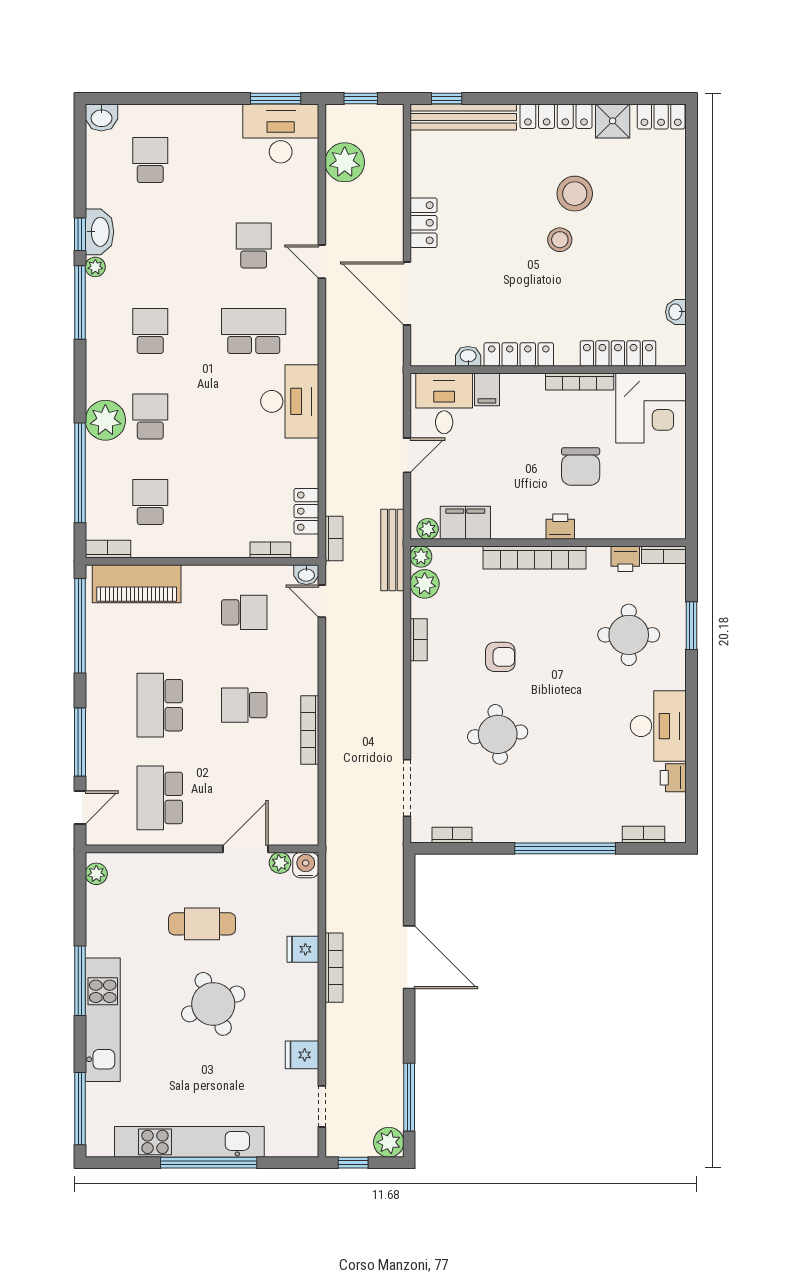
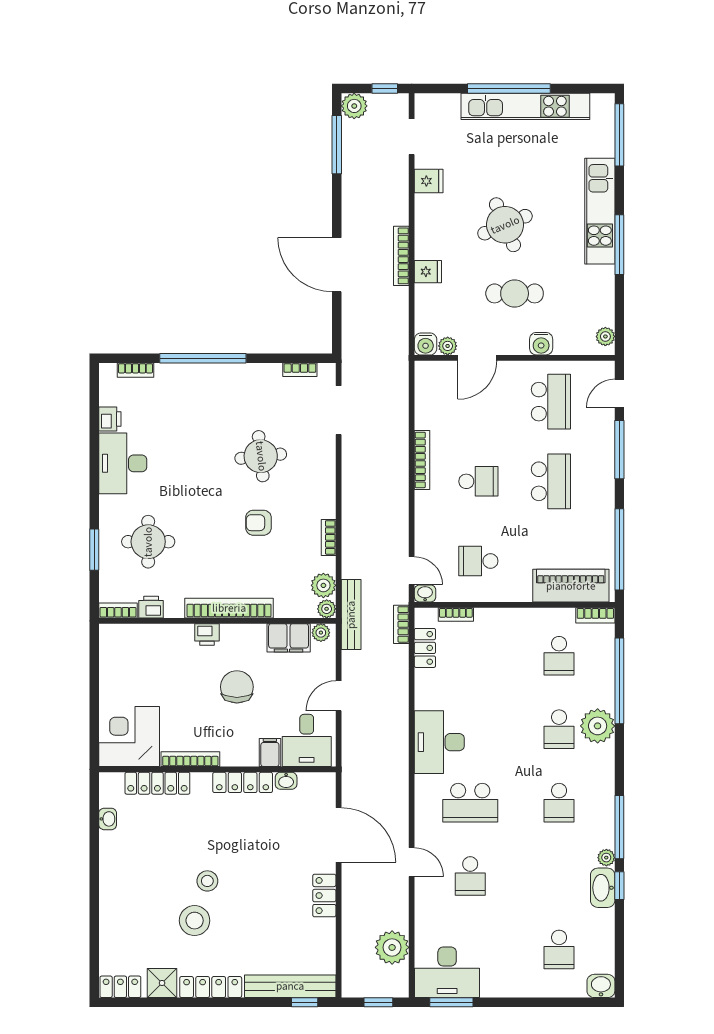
chair: (581, 466) -> (237, 687), moved
water cooler: (171, 865) -> (541, 344), added

